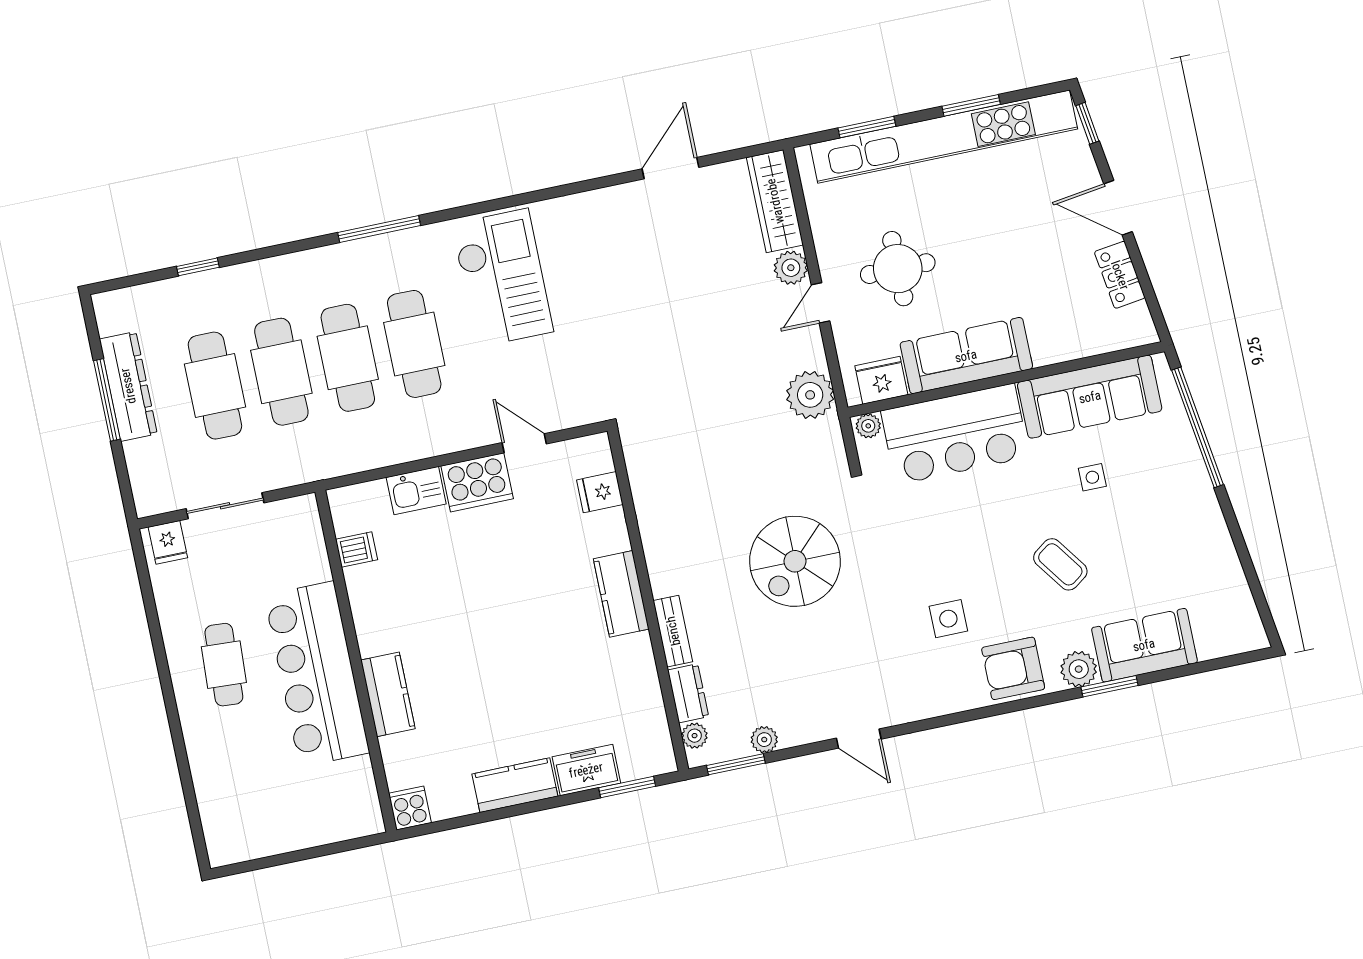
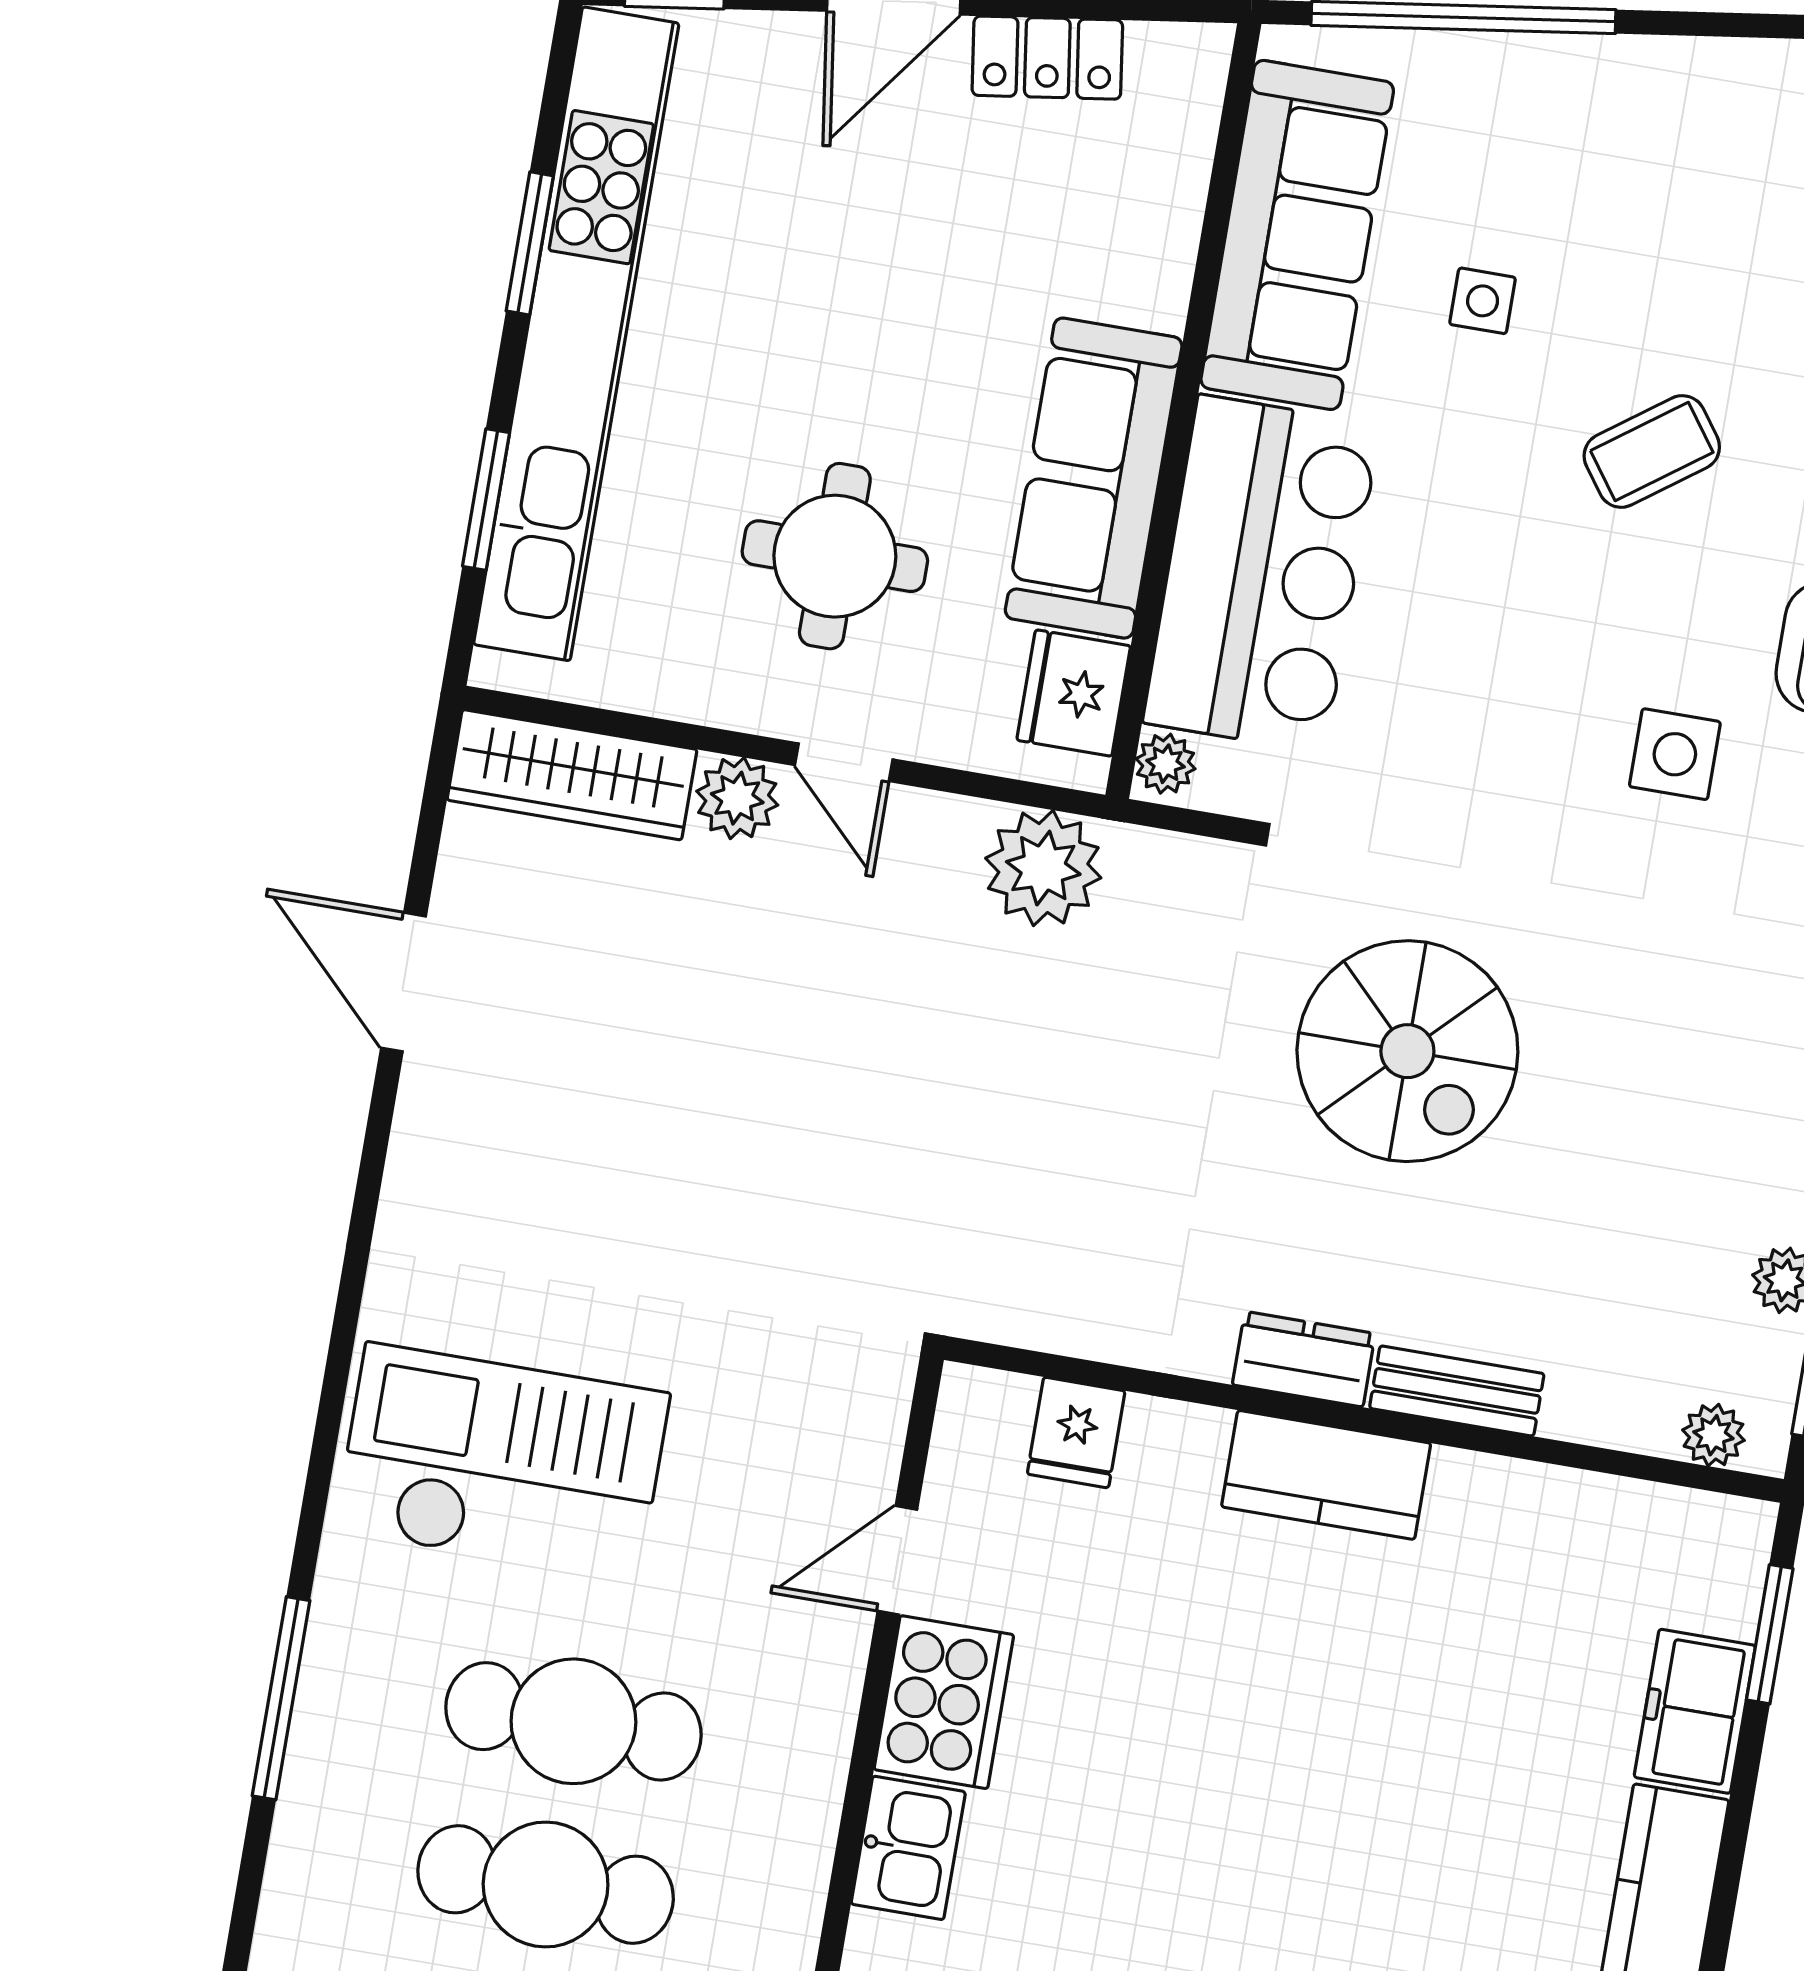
dresser: (688, 693) -> (1304, 1359), moved

